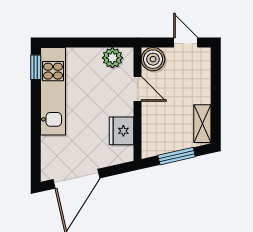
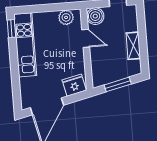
shelving: (202, 124) -> (133, 46), moved
fridge: (121, 131) -> (74, 85), moved, turned 77

